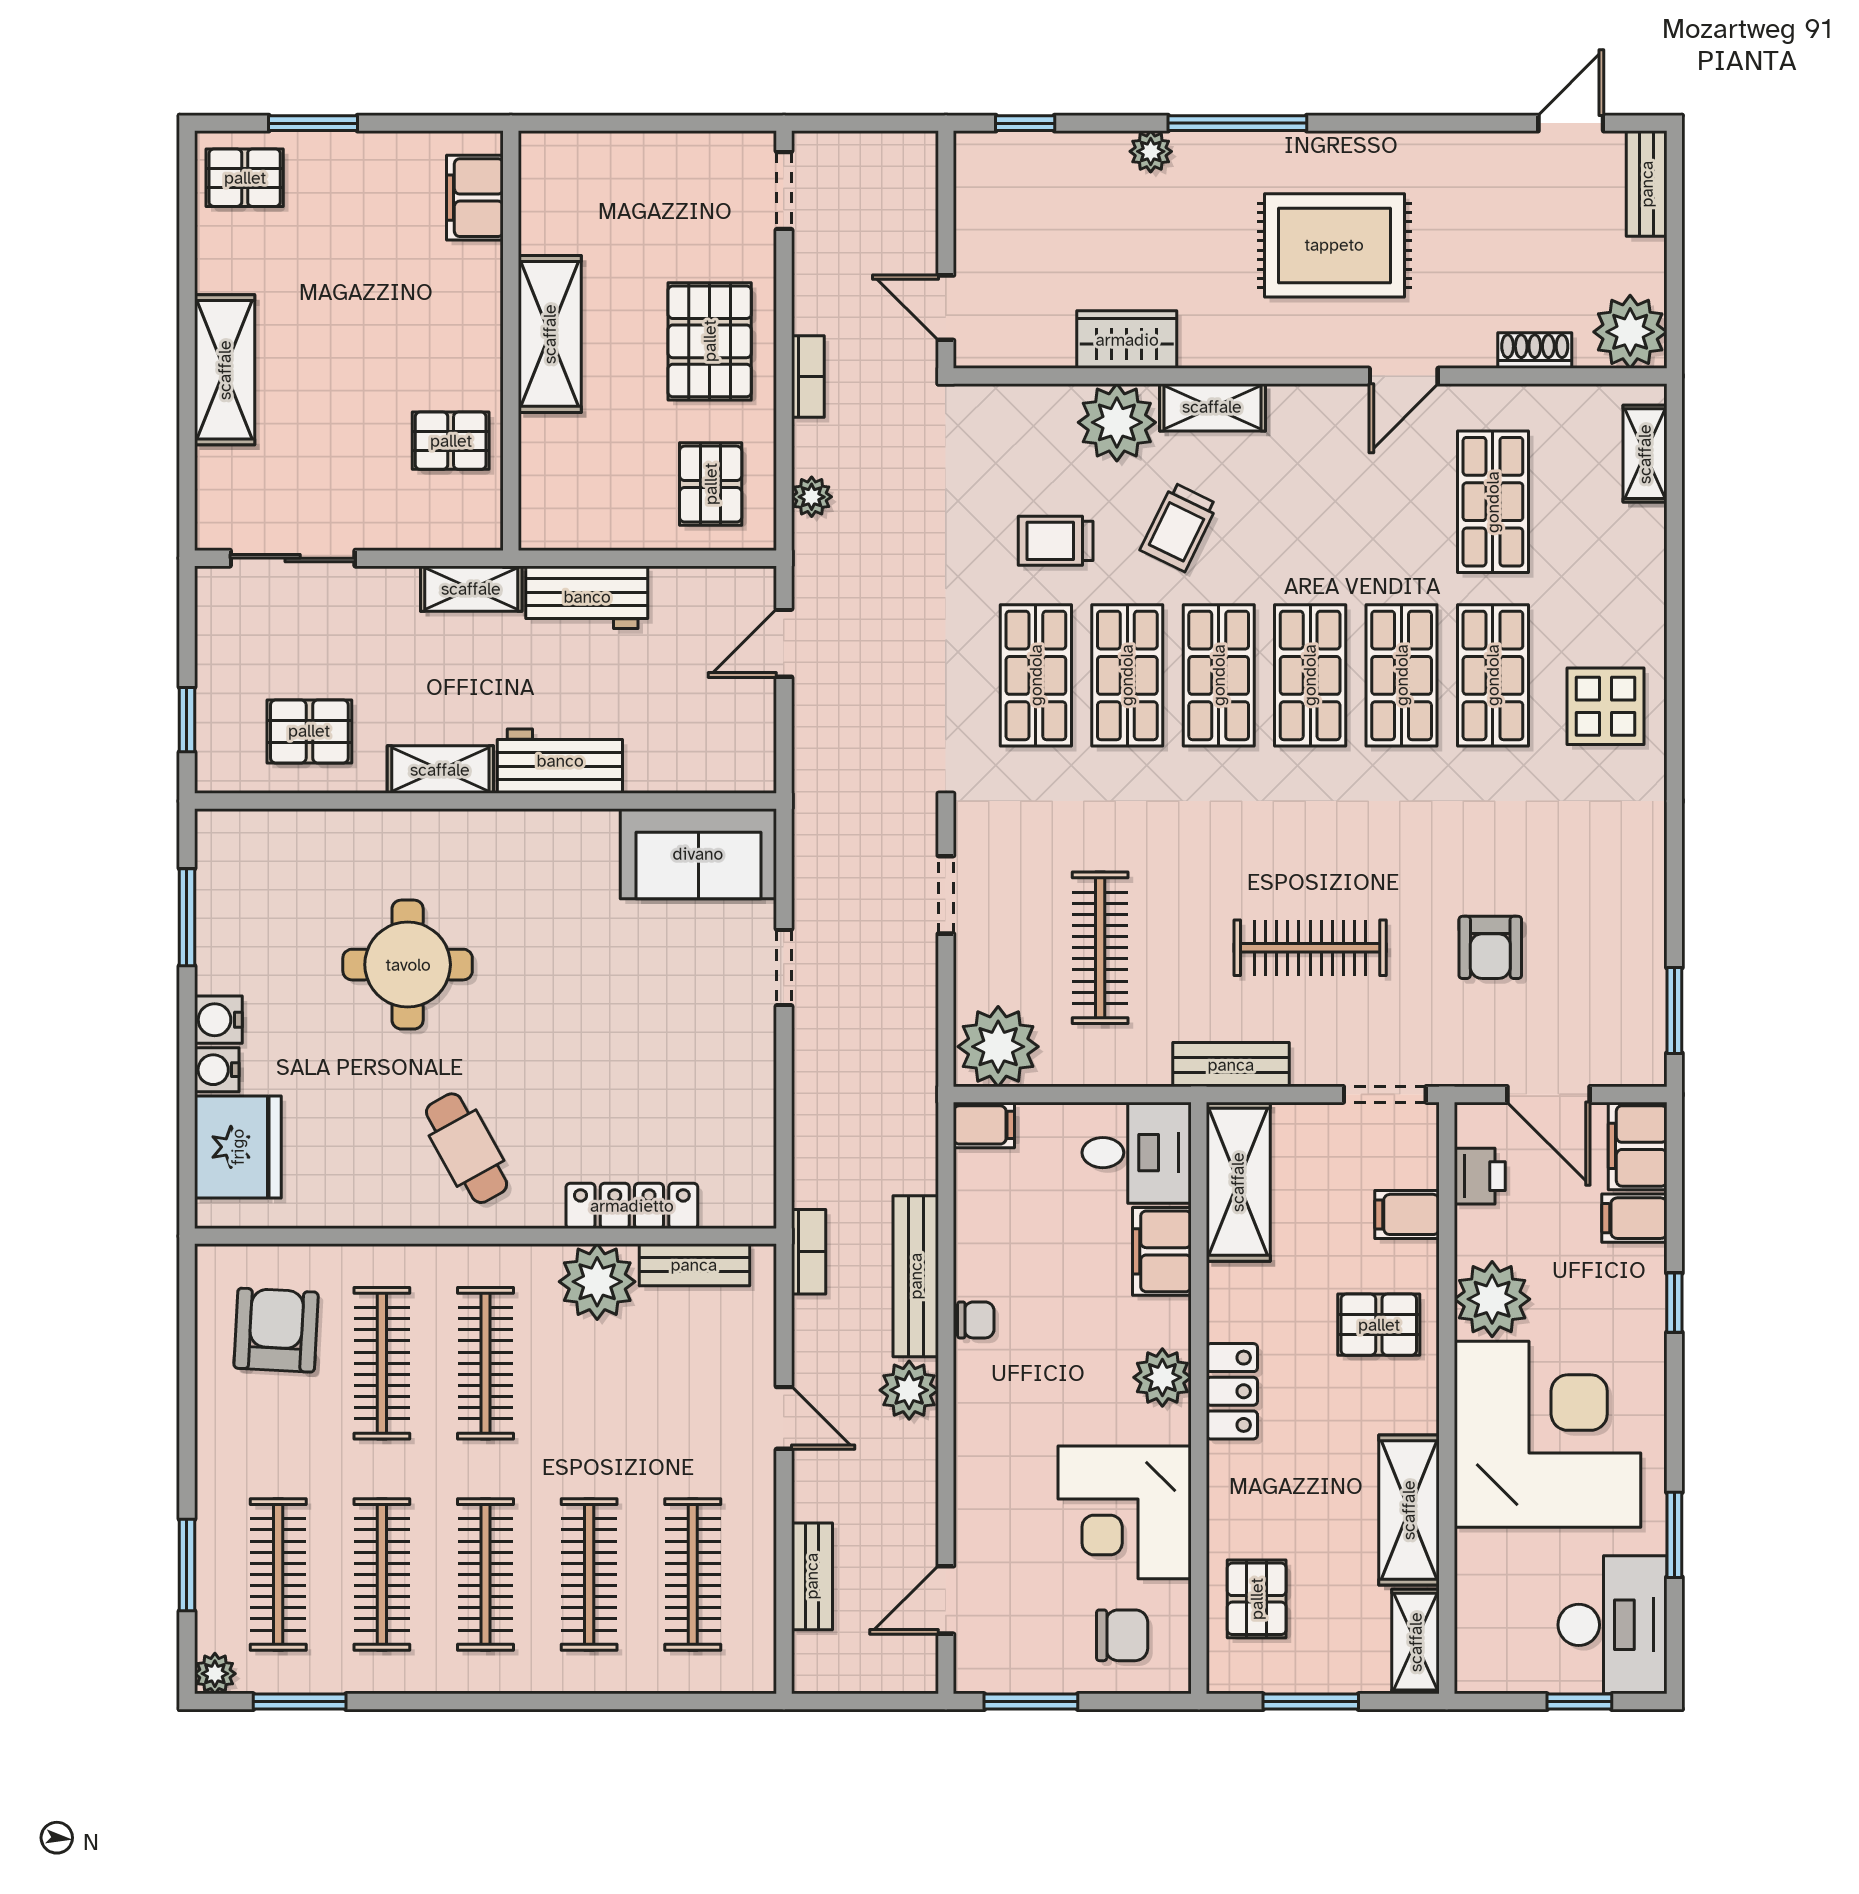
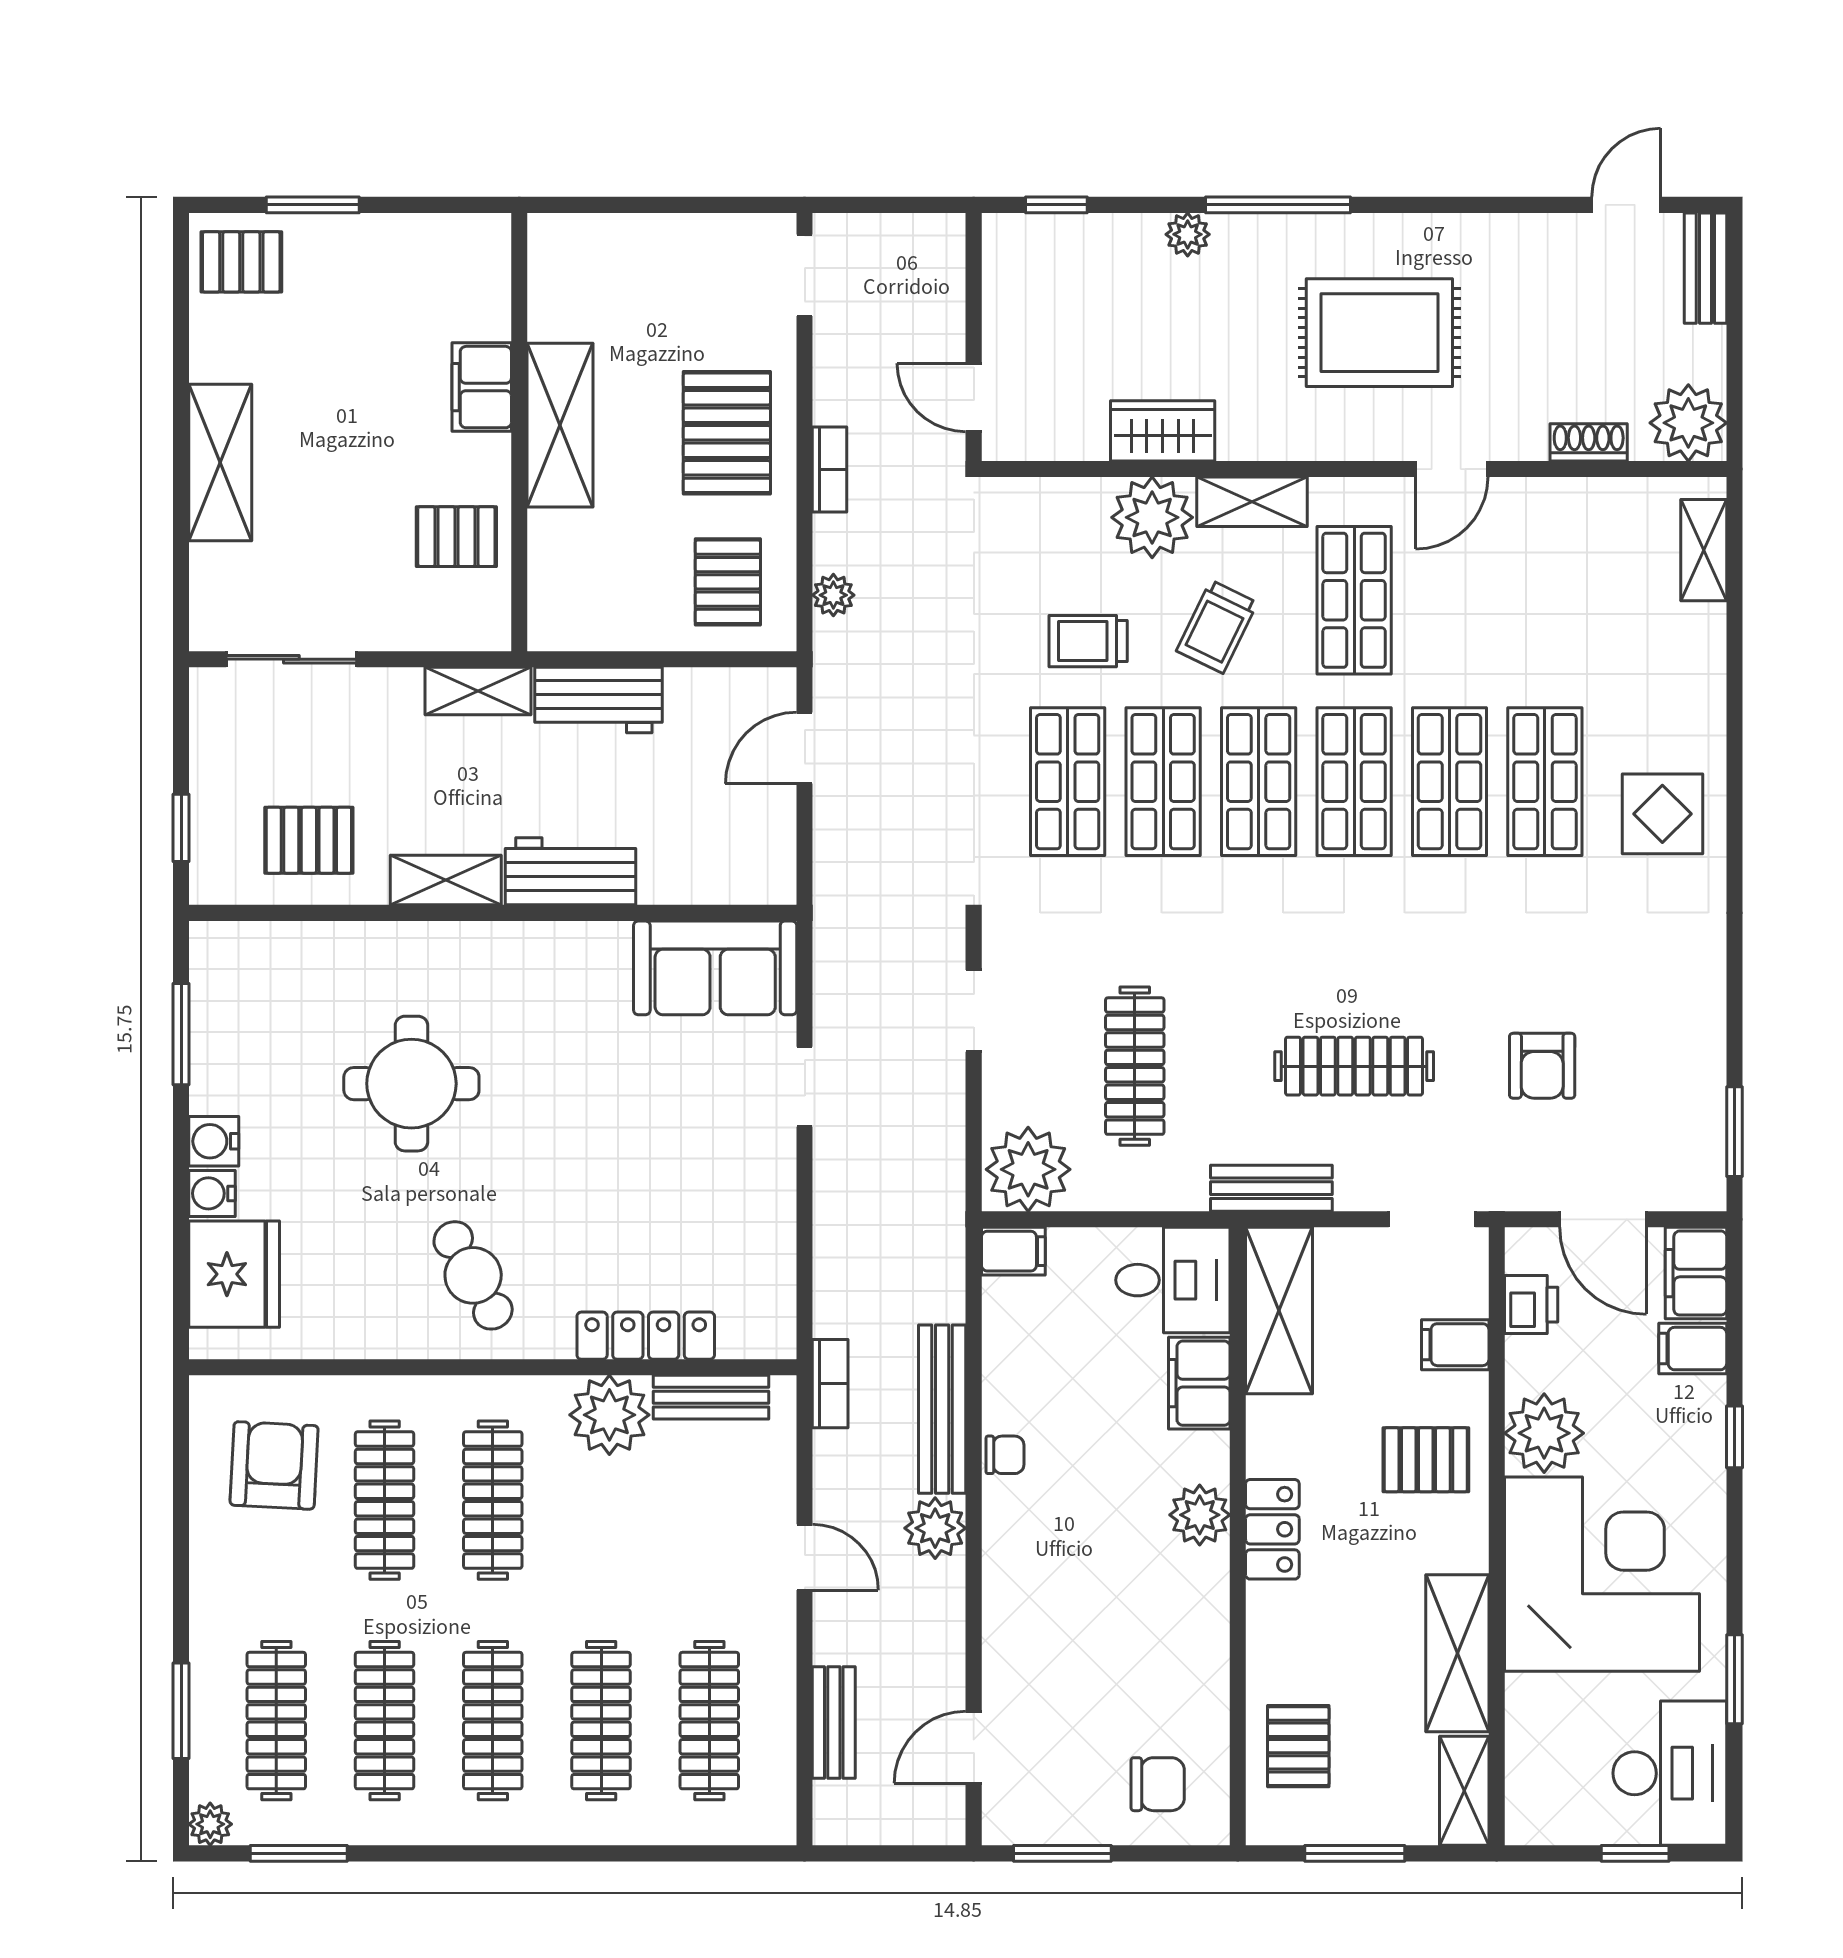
filing cabinet: (475, 198) -> (482, 387), moved
shop shelf: (1493, 502) -> (1354, 600), moved
corner desk: (1125, 1512) -> (1160, 1656), removed

